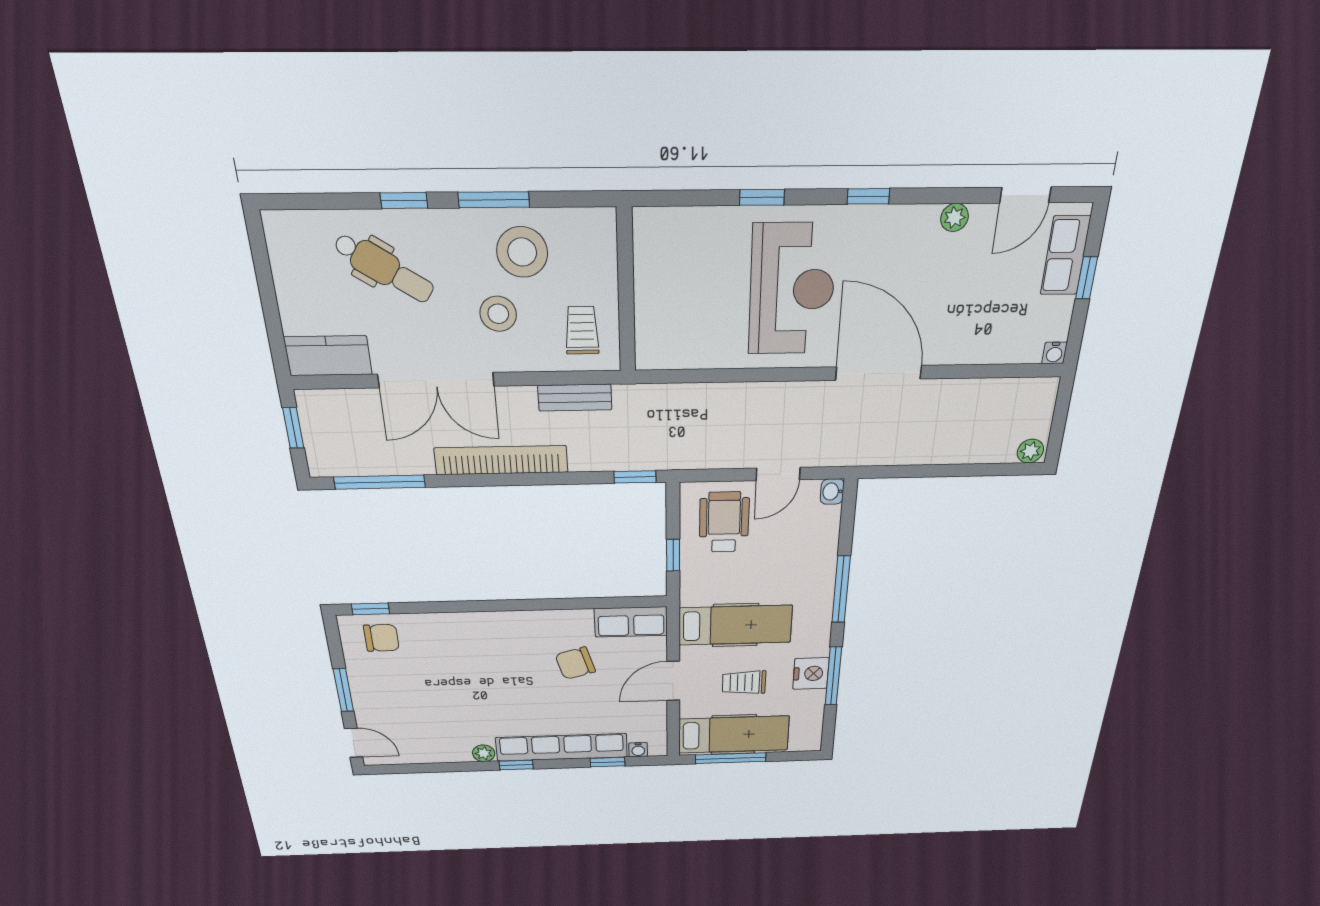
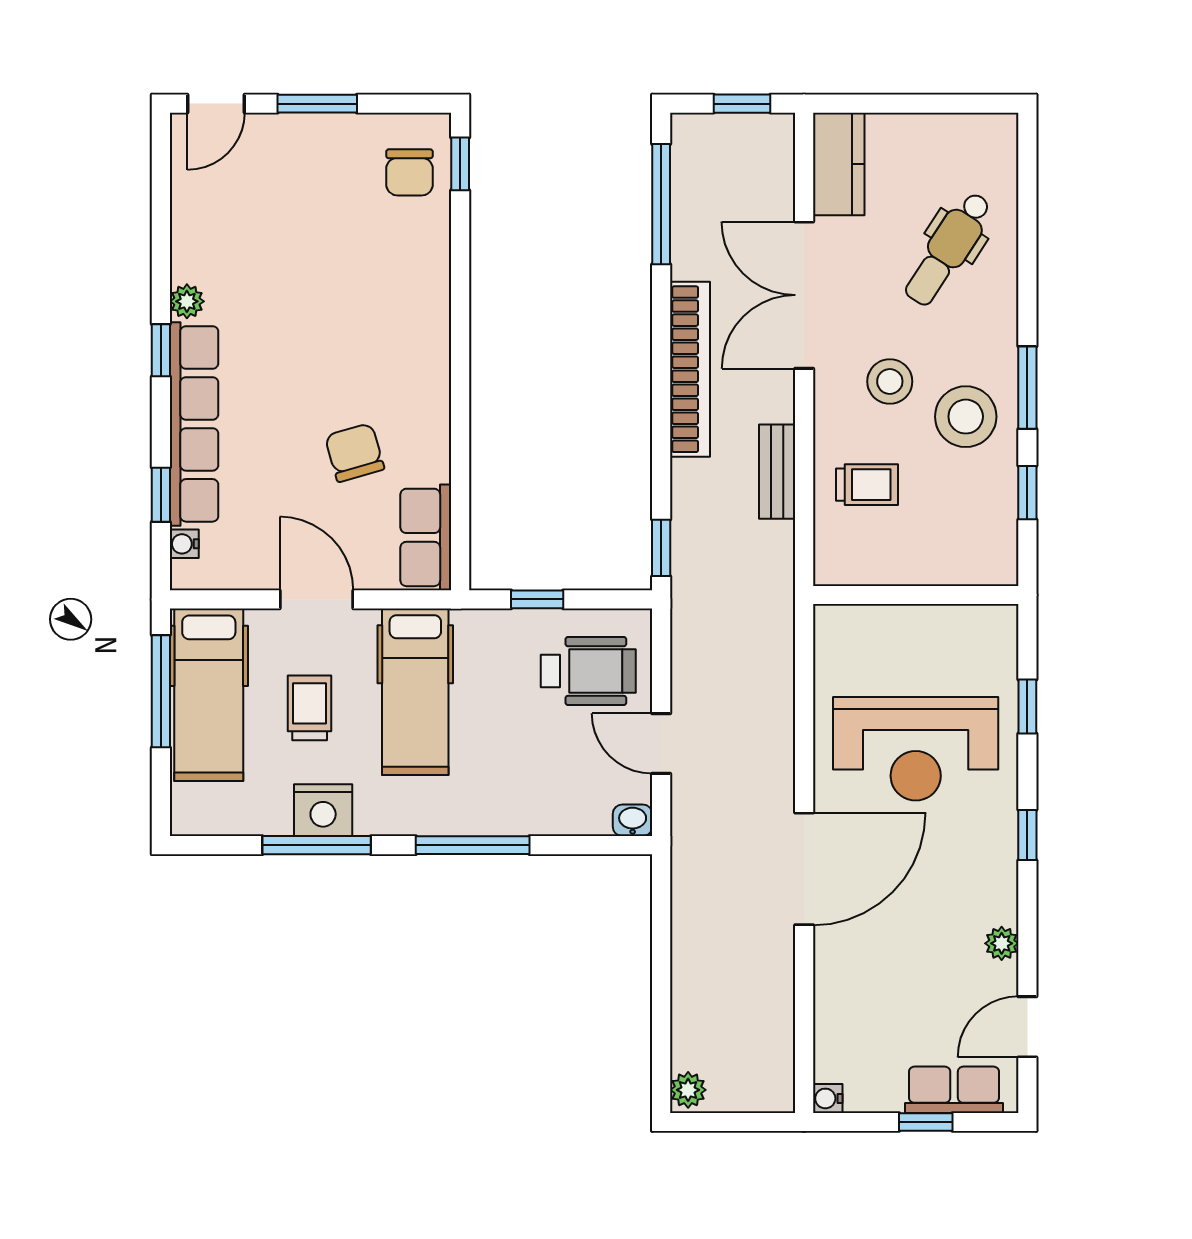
door: (1025, 195) -> (1027, 1027), hinge flipped
window: (404, 201) -> (1027, 493), moved
wall: (626, 292) -> (916, 595), moved

